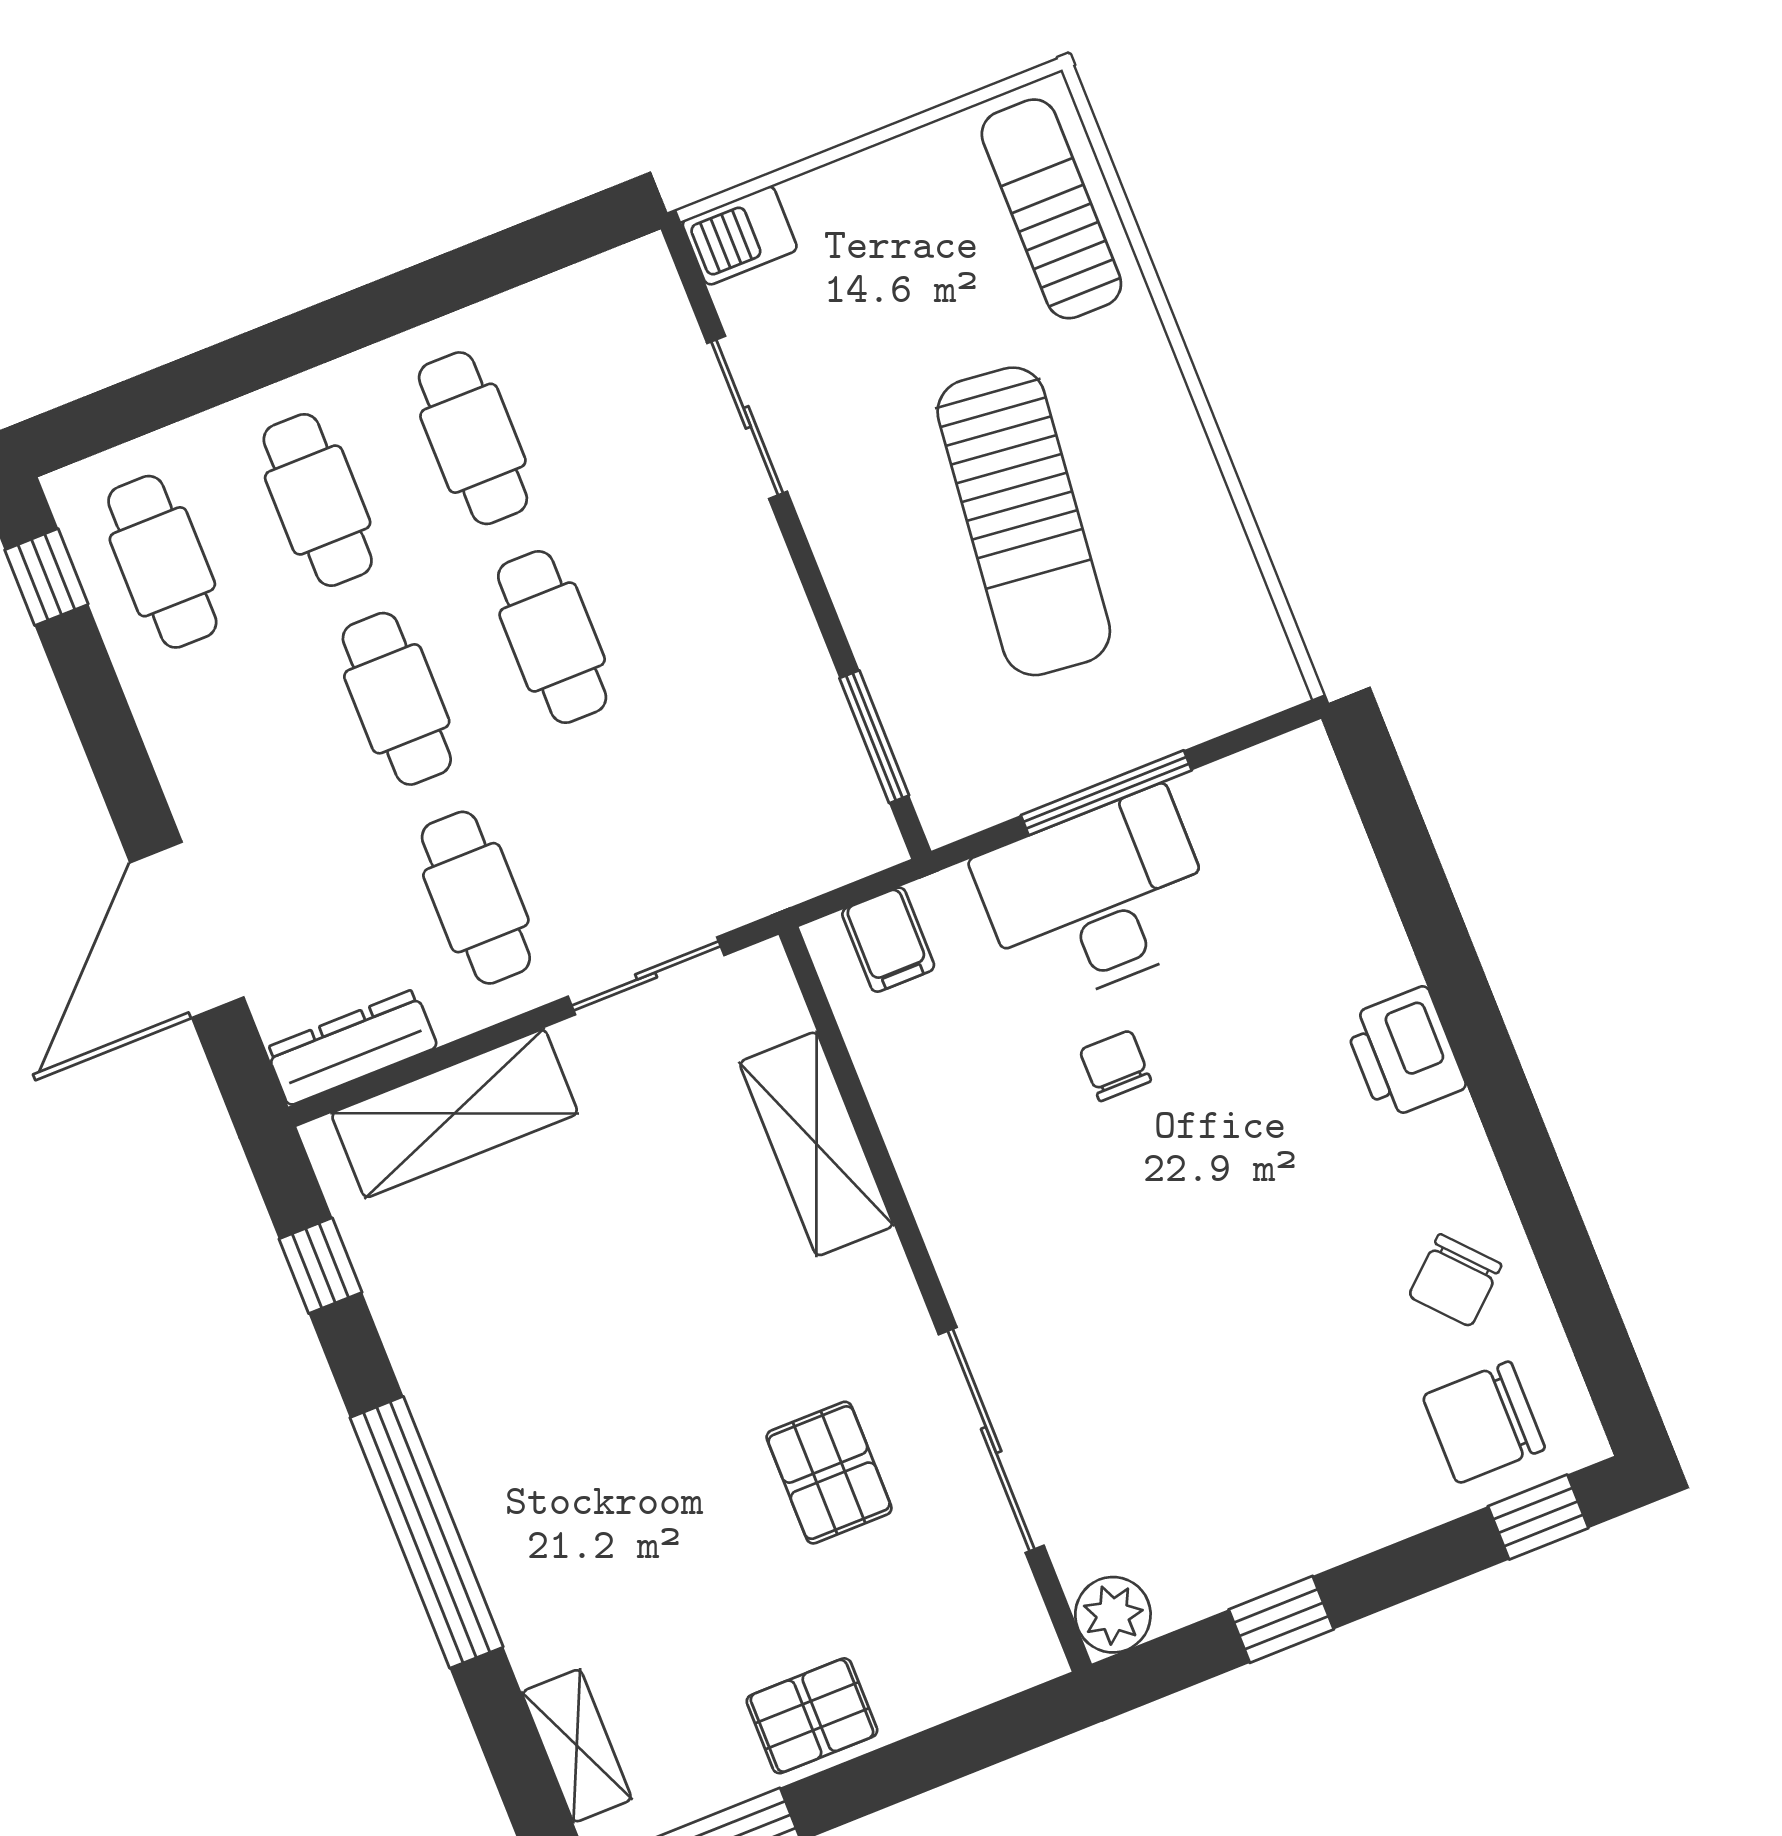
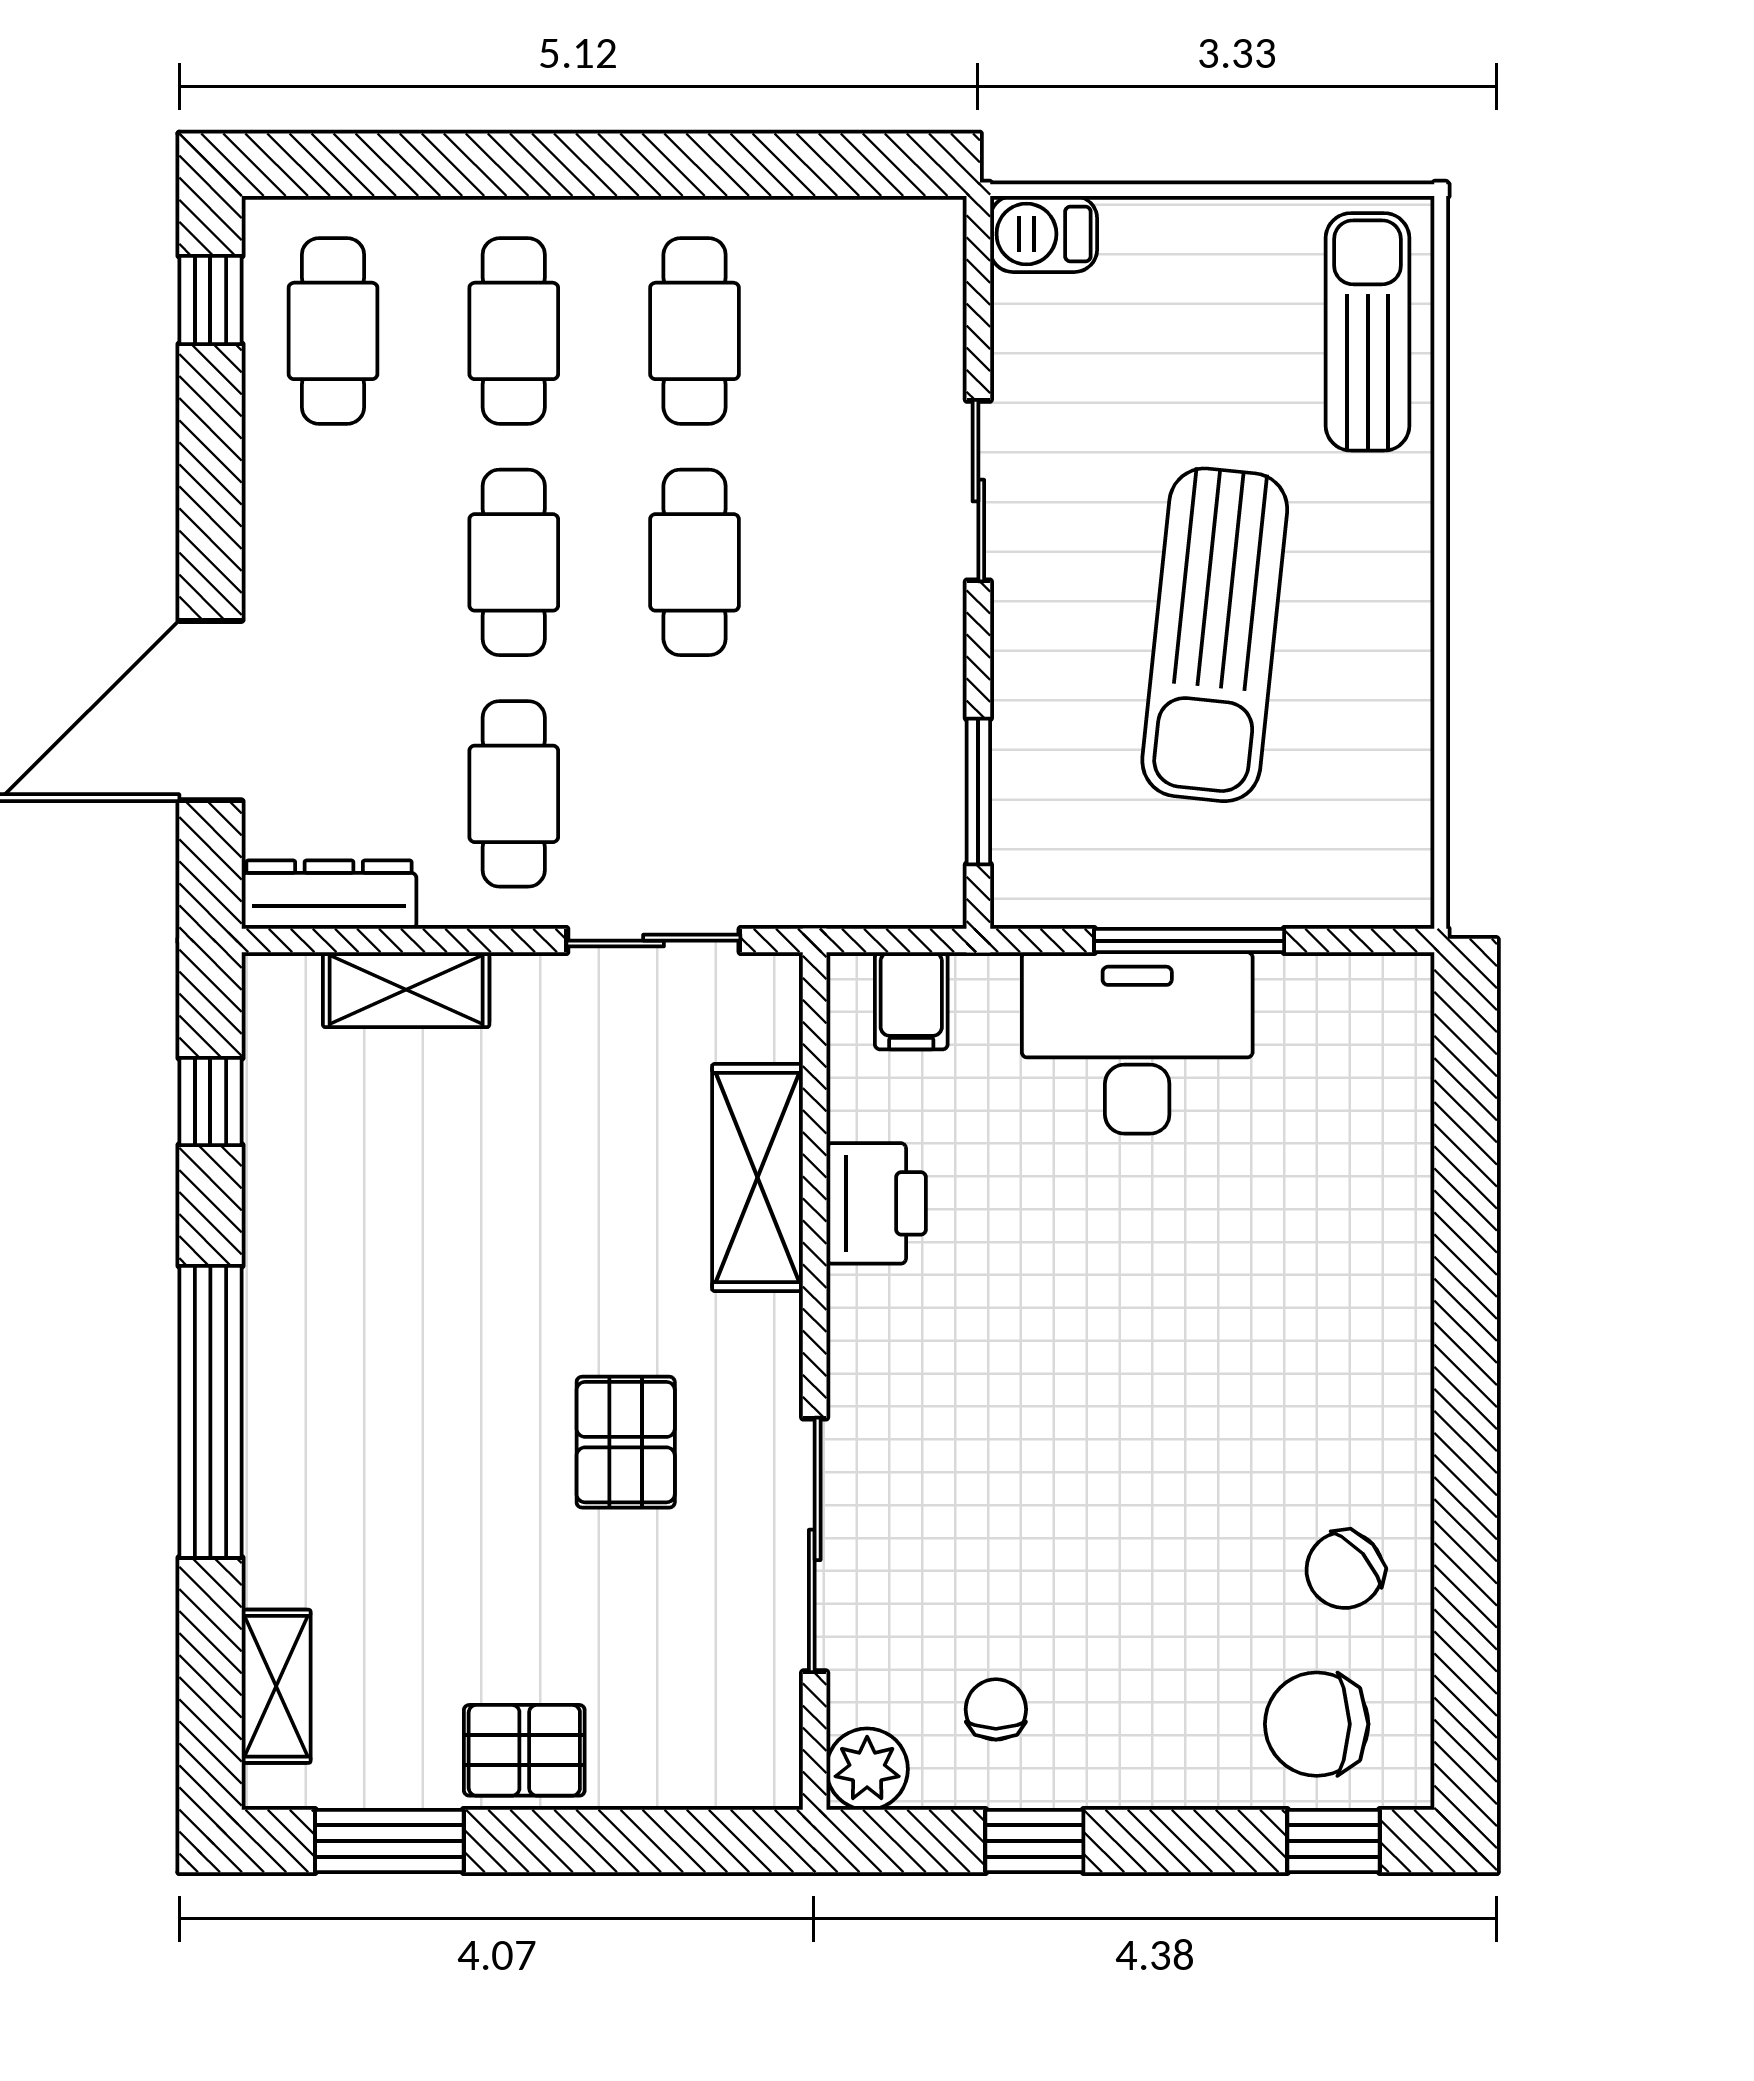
sliding door: (747, 417) -> (978, 491), moved
printer: (1404, 1053) -> (876, 1203), moved, turned 180
chair: (1115, 1066) -> (996, 1709), moved
shelving: (455, 1113) -> (406, 990), width x0.67, depth x0.75
pallet: (829, 1473) -> (626, 1442), moved

